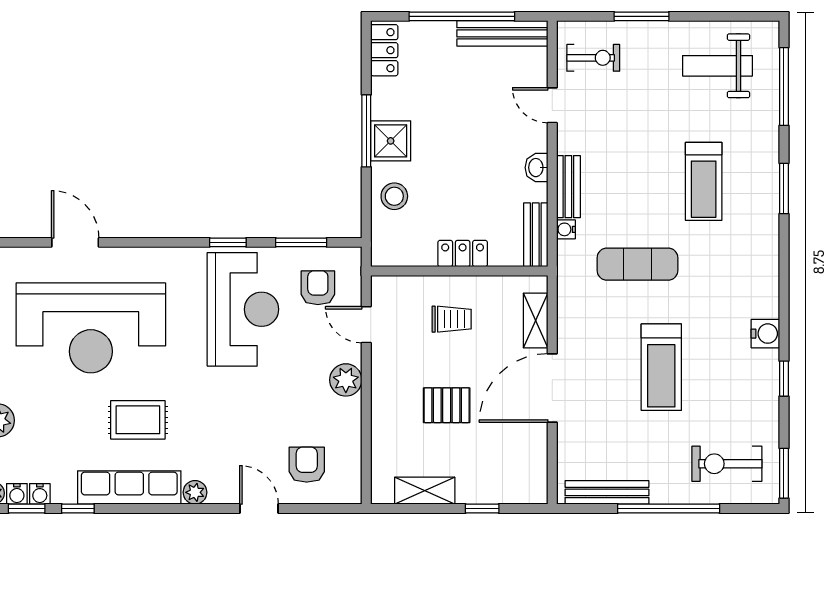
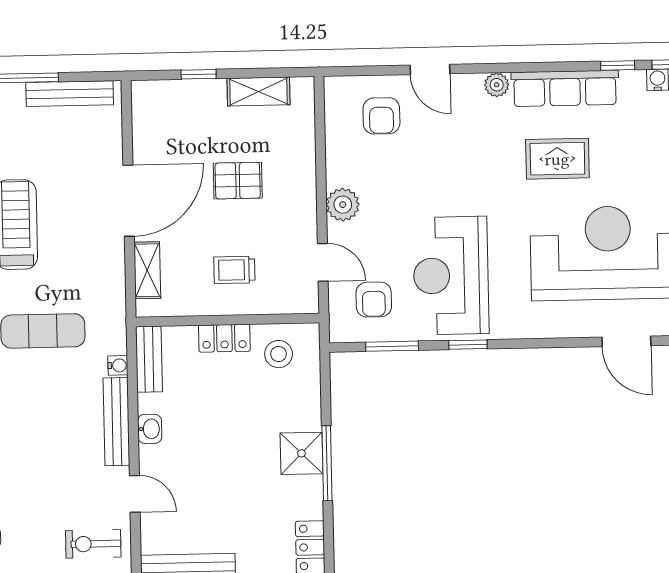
bench: (568, 187) -> (116, 422), width x1.36
stool: (394, 196) -> (279, 354), moved

